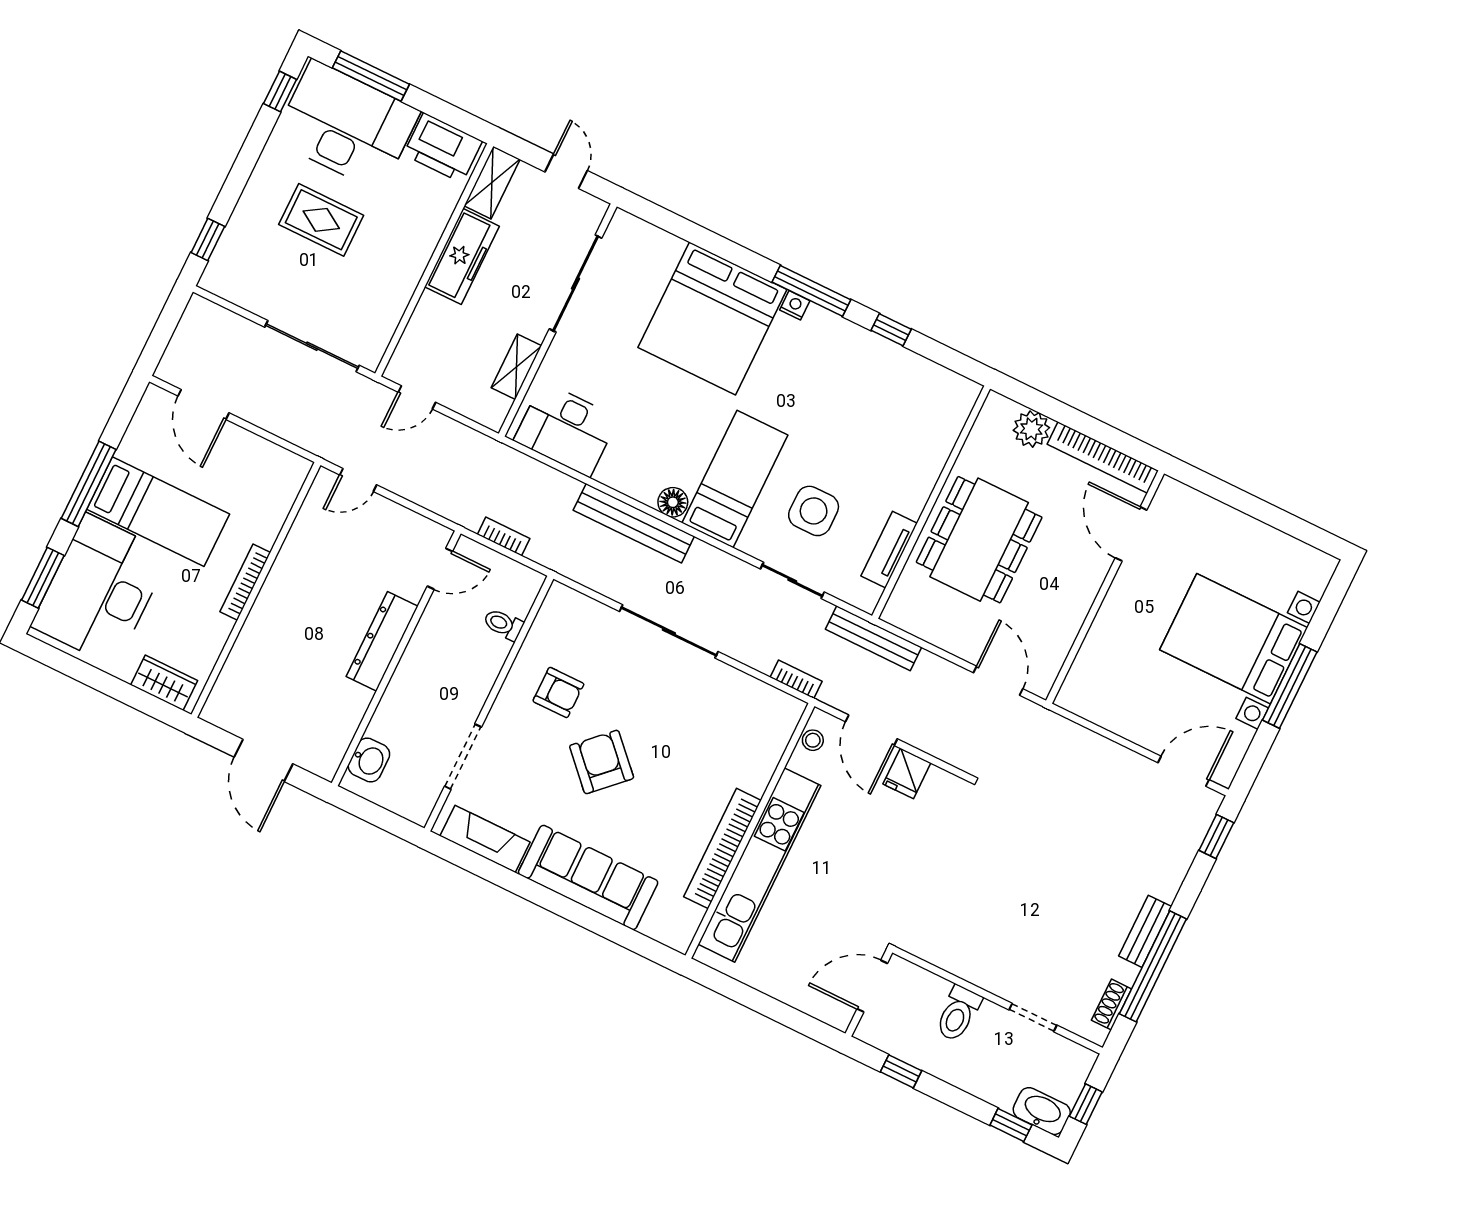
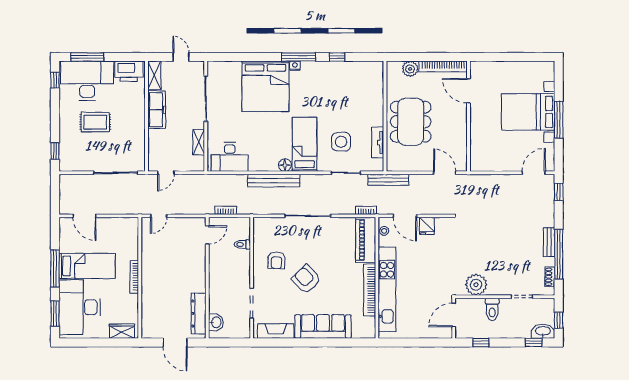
dresser: (382, 641) -> (199, 313), moved
armchair: (558, 692) -> (277, 260), turned 92
piano: (765, 741) -> (366, 240), added
plant: (950, 946) -> (476, 285), added

